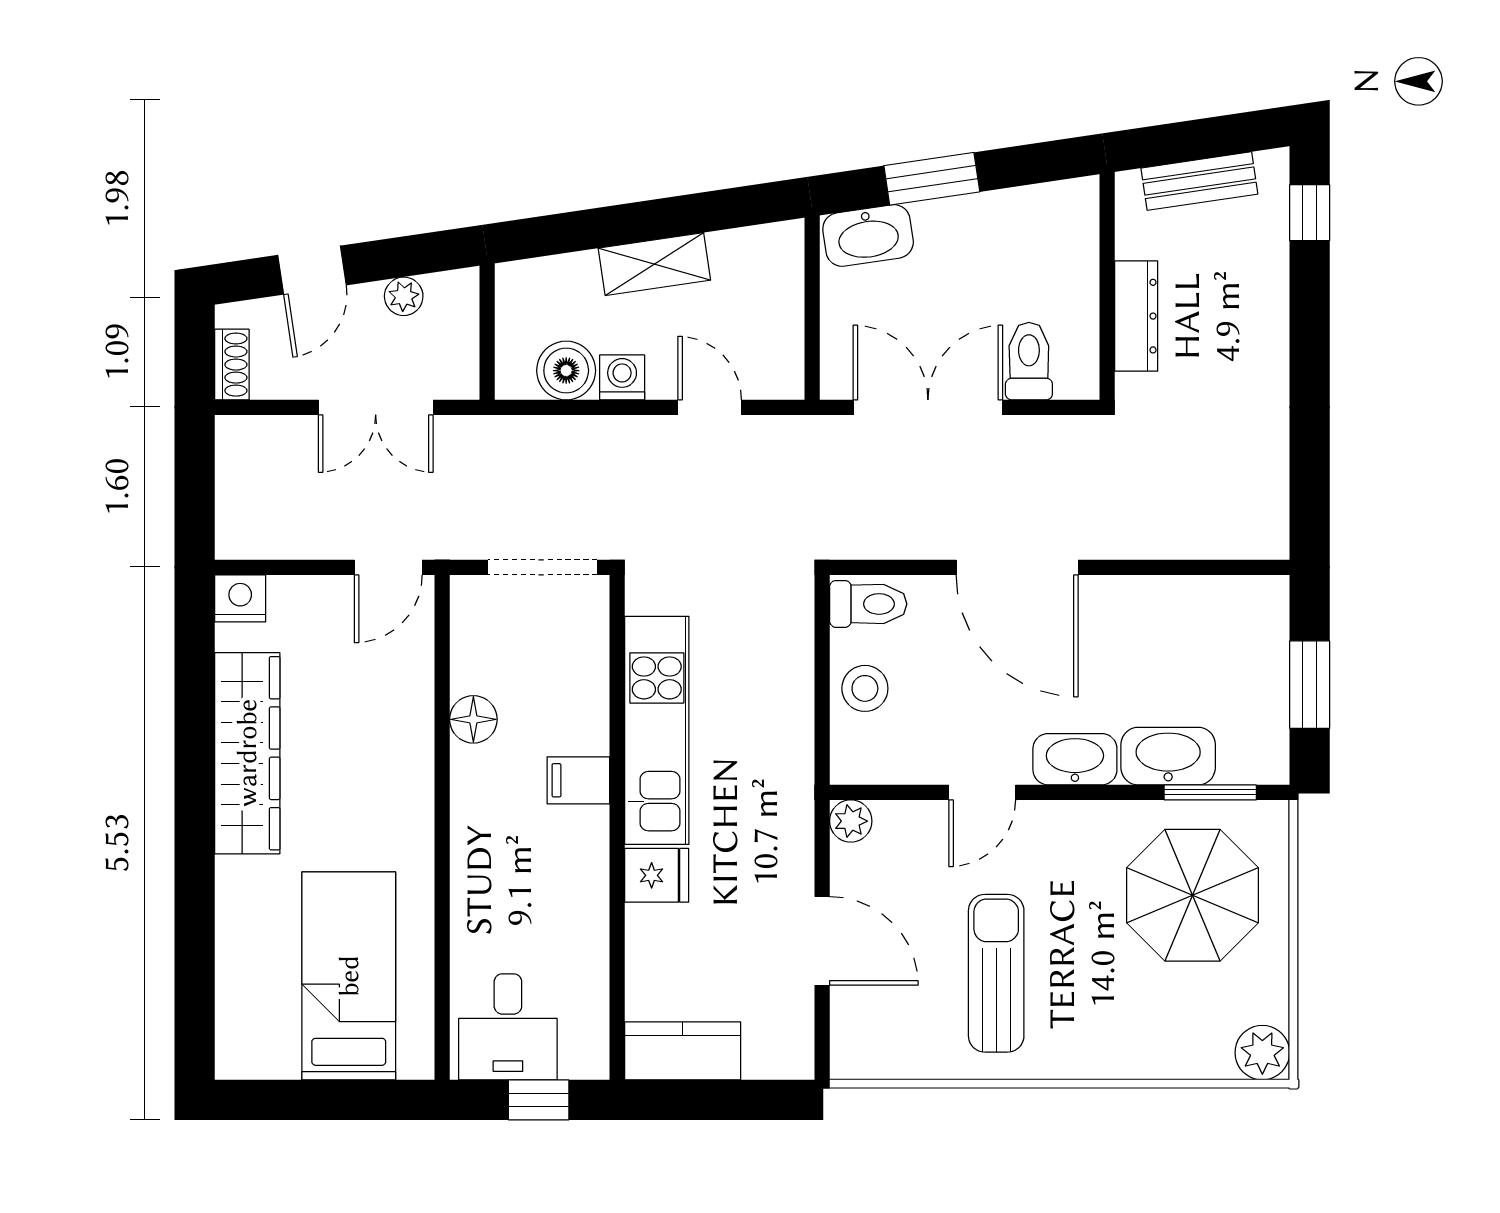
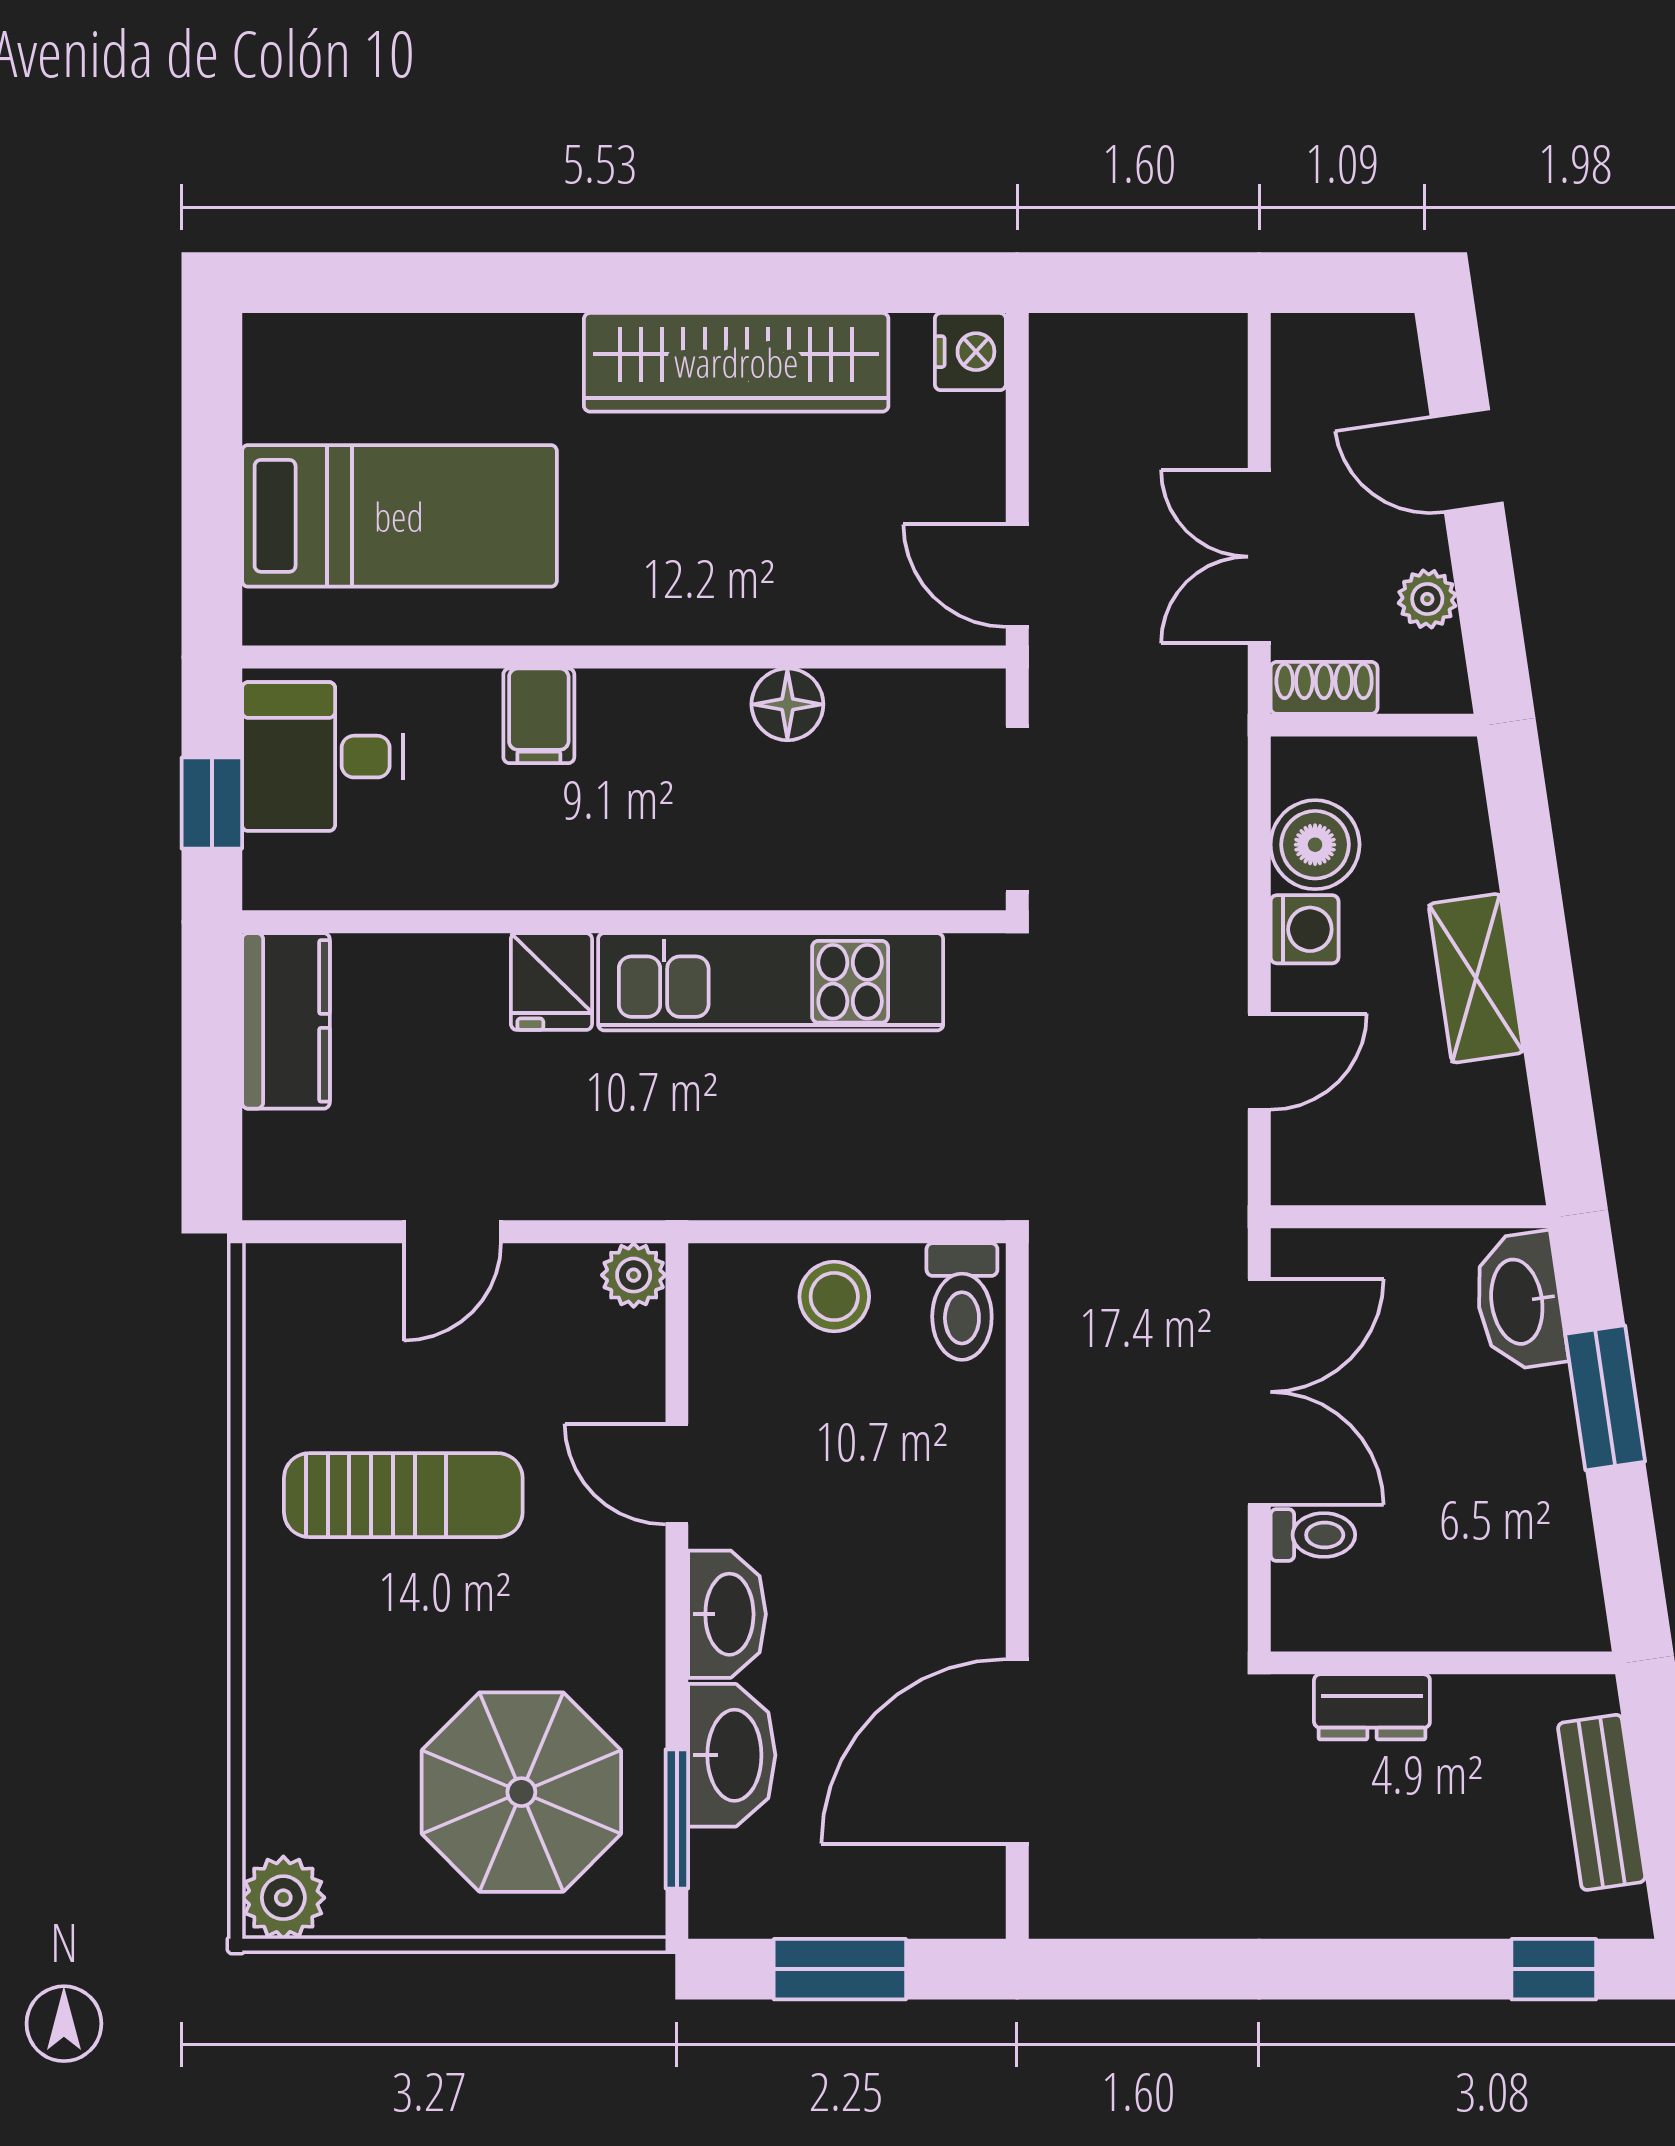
dresser: (1136, 316) -> (1372, 1707), width x0.70
toilet: (1029, 361) -> (1313, 1535), width x0.73, depth x0.72
shoe rack: (232, 365) -> (1324, 688), moved, turned 180
door: (1017, 567) -> (1017, 1751), moved
filing cabinet: (578, 780) -> (539, 716), moved, turned 180
door: (822, 941) -> (452, 1232), width x0.73

